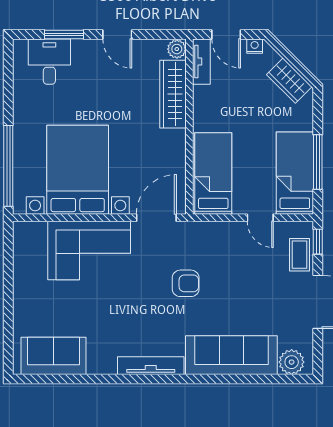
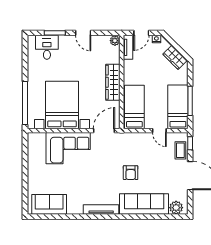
door: (226, 34) -> (141, 33), hinge flipped
wardrobe: (173, 94) -> (113, 82), moved
armchair: (186, 283) -> (131, 173), moved, turned 90

